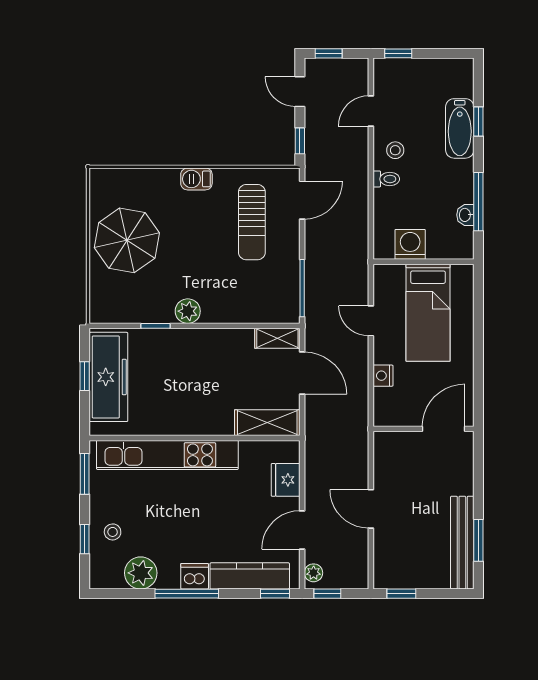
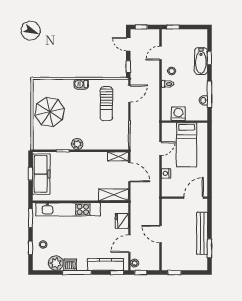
door: (371, 321) -> (161, 149), swing flipped
bench: (462, 543) -> (202, 233), moved
dishwasher: (195, 576) -> (70, 265), moved

